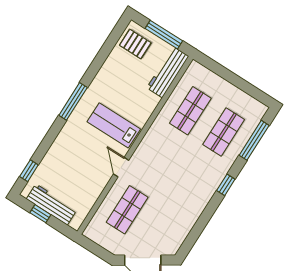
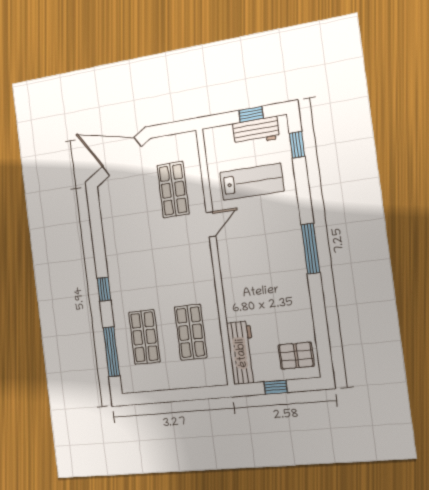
window: (164, 35) -> (276, 387), width x0.46
lab bench: (114, 125) -> (252, 182), moved
door: (121, 167) -> (211, 224), hinge flipped
workbench: (52, 204) -> (256, 131), width x0.73

